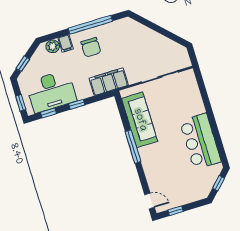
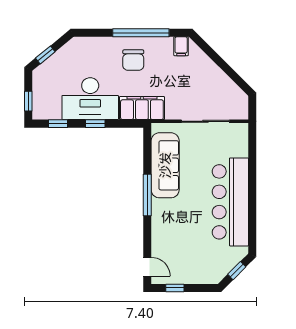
filing cabinet: (66, 43) -> (181, 46), moved
plant: (53, 46) -> (88, 45), removed
desk: (51, 91) -> (90, 99), moved
bar counter: (200, 141) -> (230, 202), width x1.36

